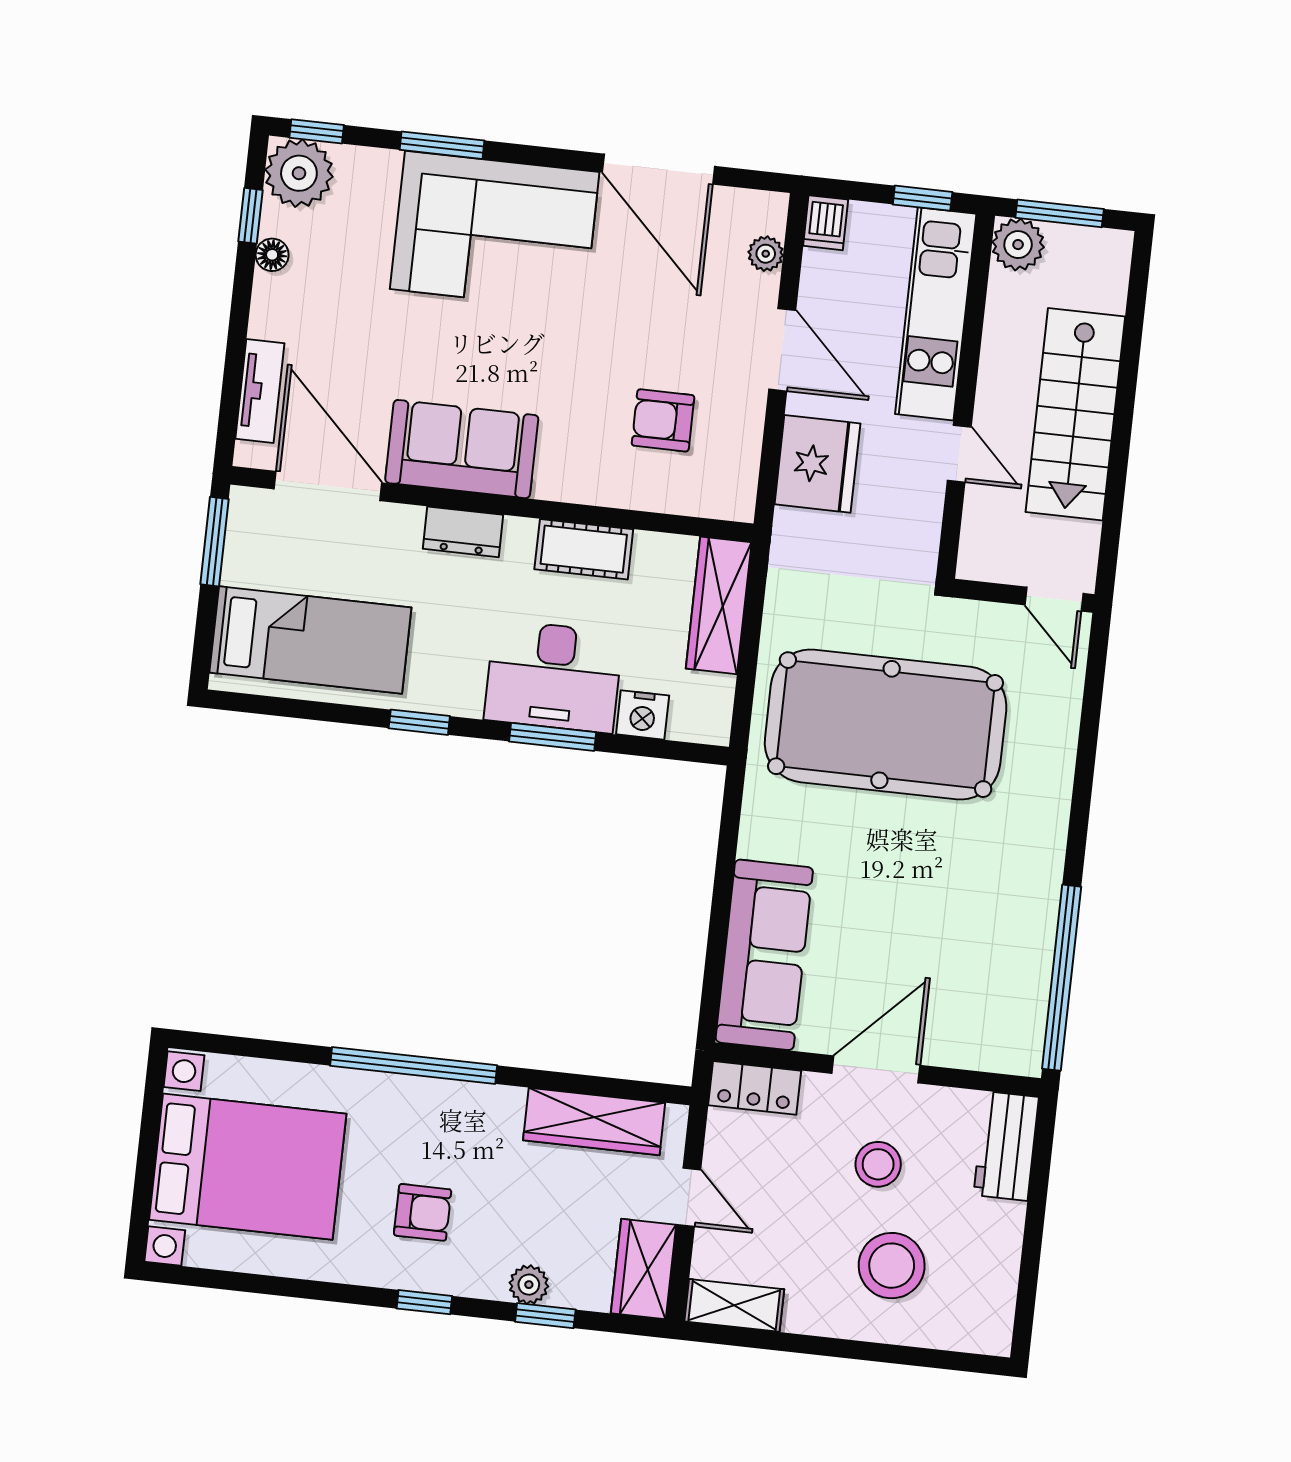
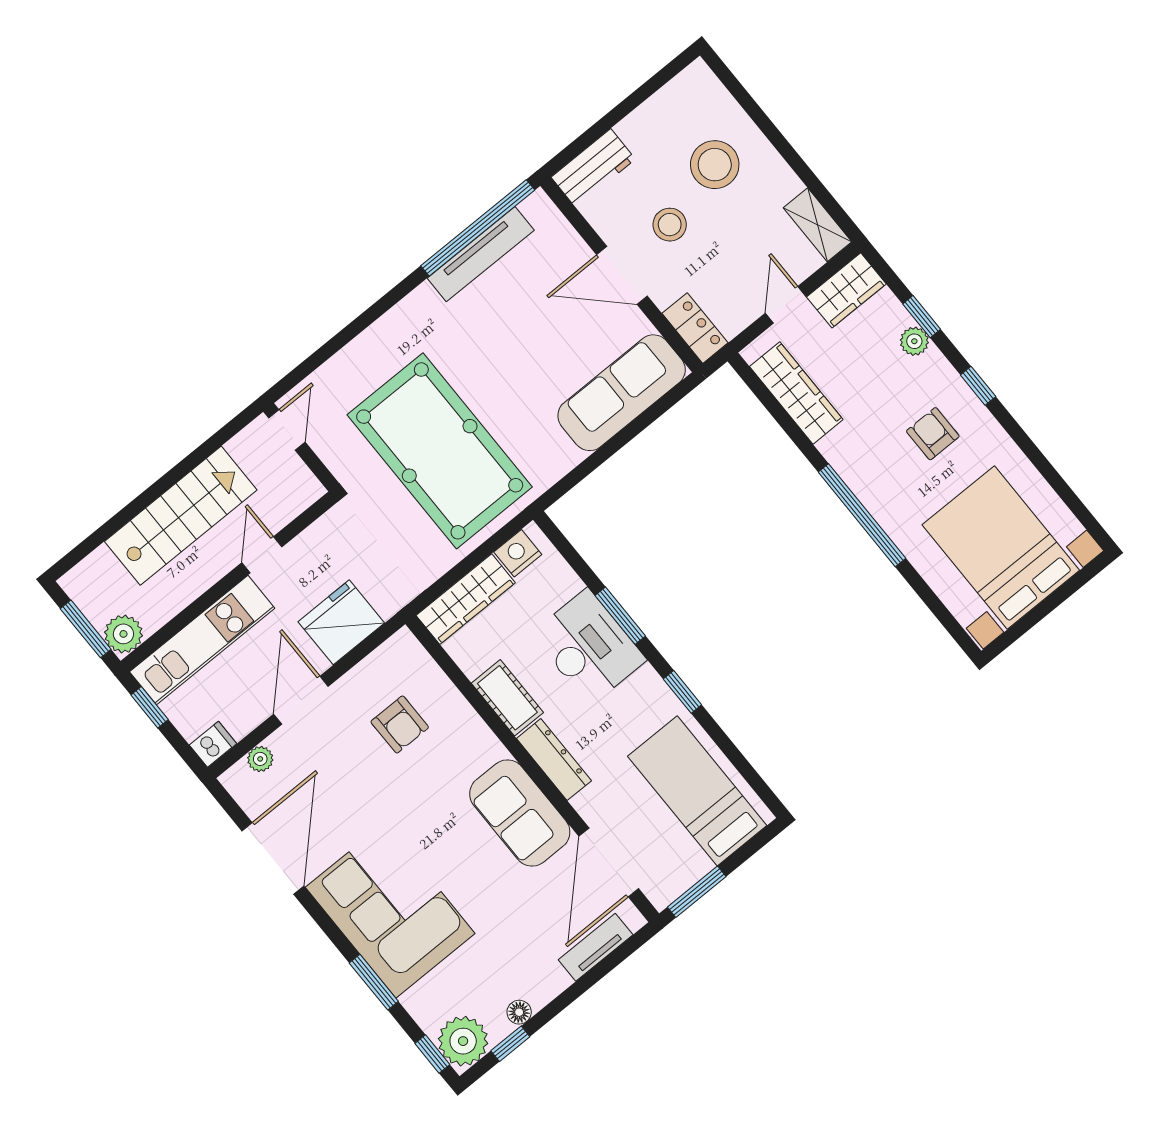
dresser: (463, 532) -> (554, 760), width x1.44
nightstand: (643, 715) -> (518, 553), moved, turned -90
tv unit: (1034, 955) -> (481, 254), added

